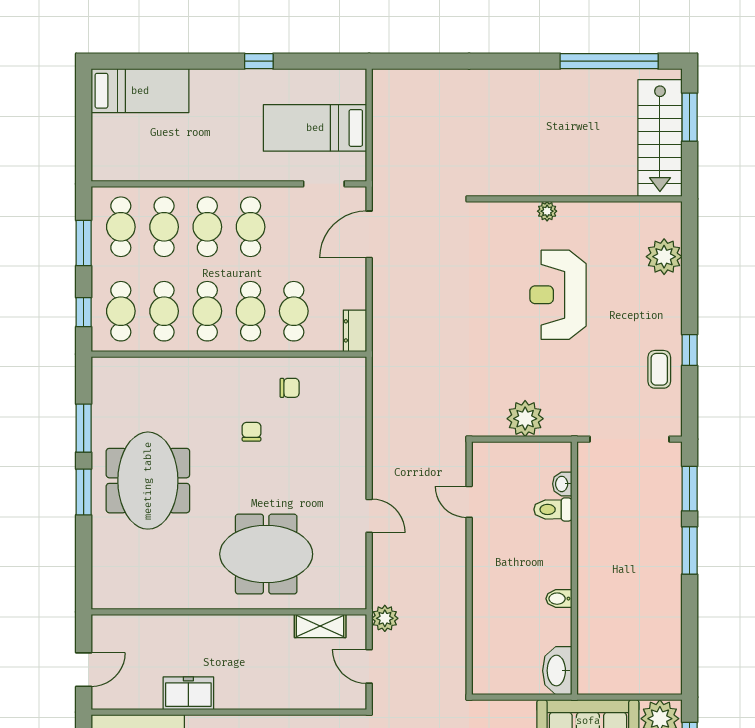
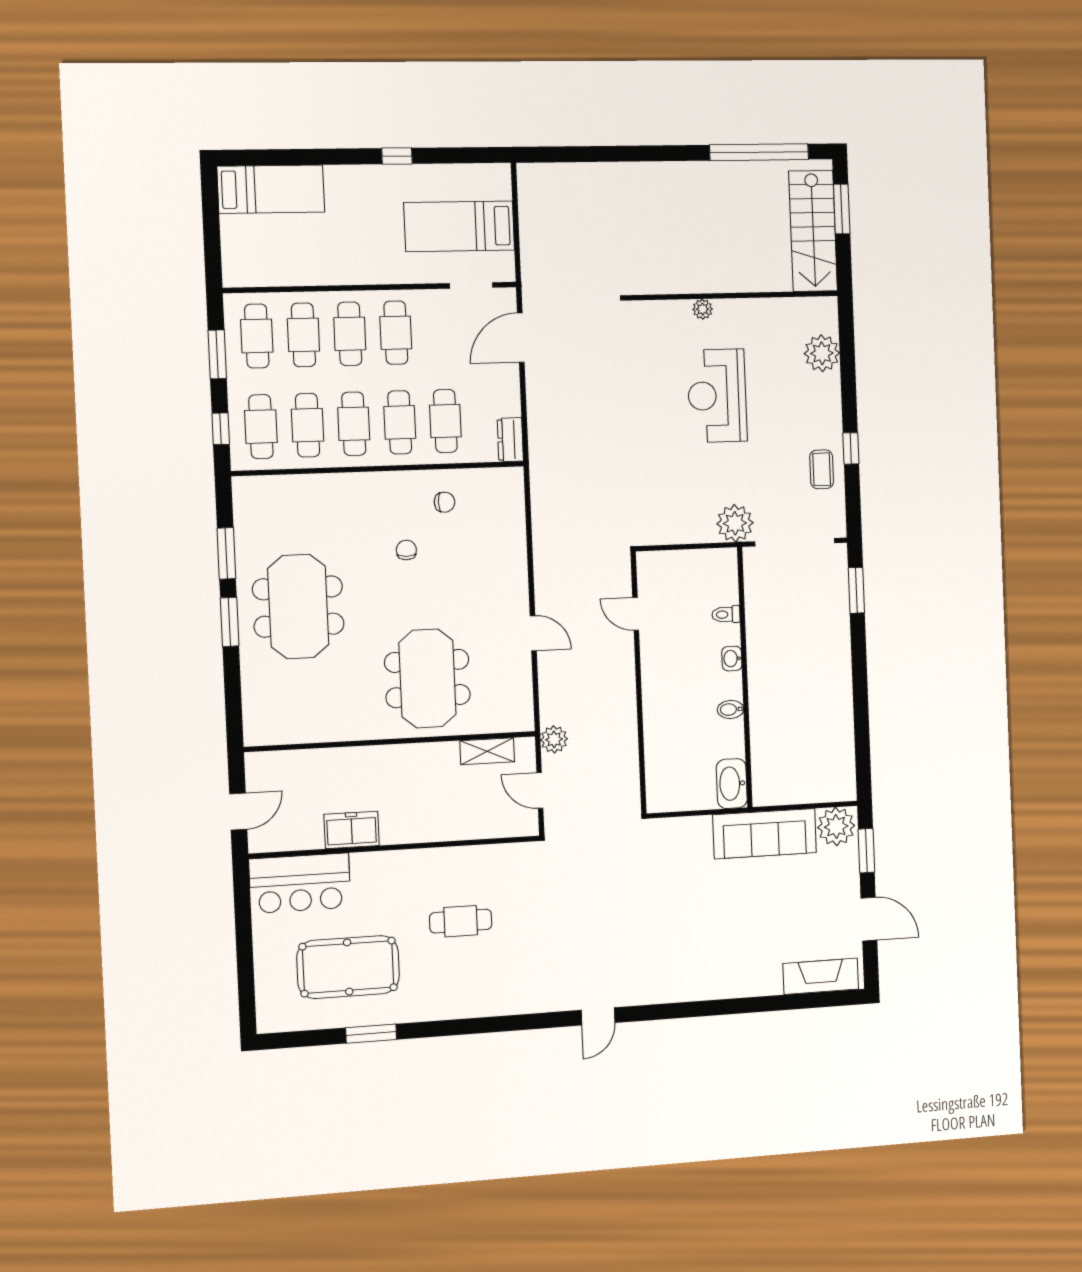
plant: (525, 419) -> (735, 523), moved
washbasin: (562, 484) -> (732, 659), moved
toilet: (553, 509) -> (726, 614), width x0.73, depth x0.72
window: (690, 551) -> (859, 654), removed
meeting table: (266, 554) -> (427, 679), turned 90

